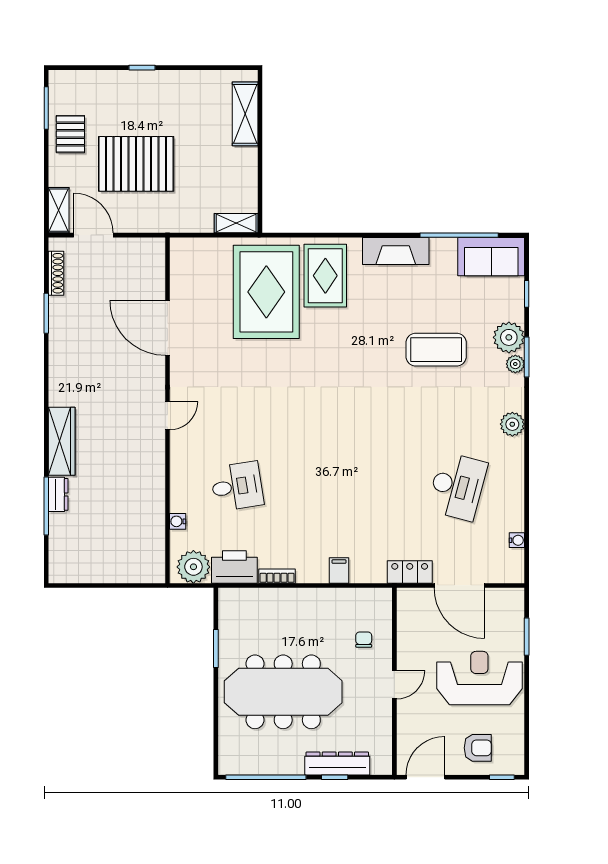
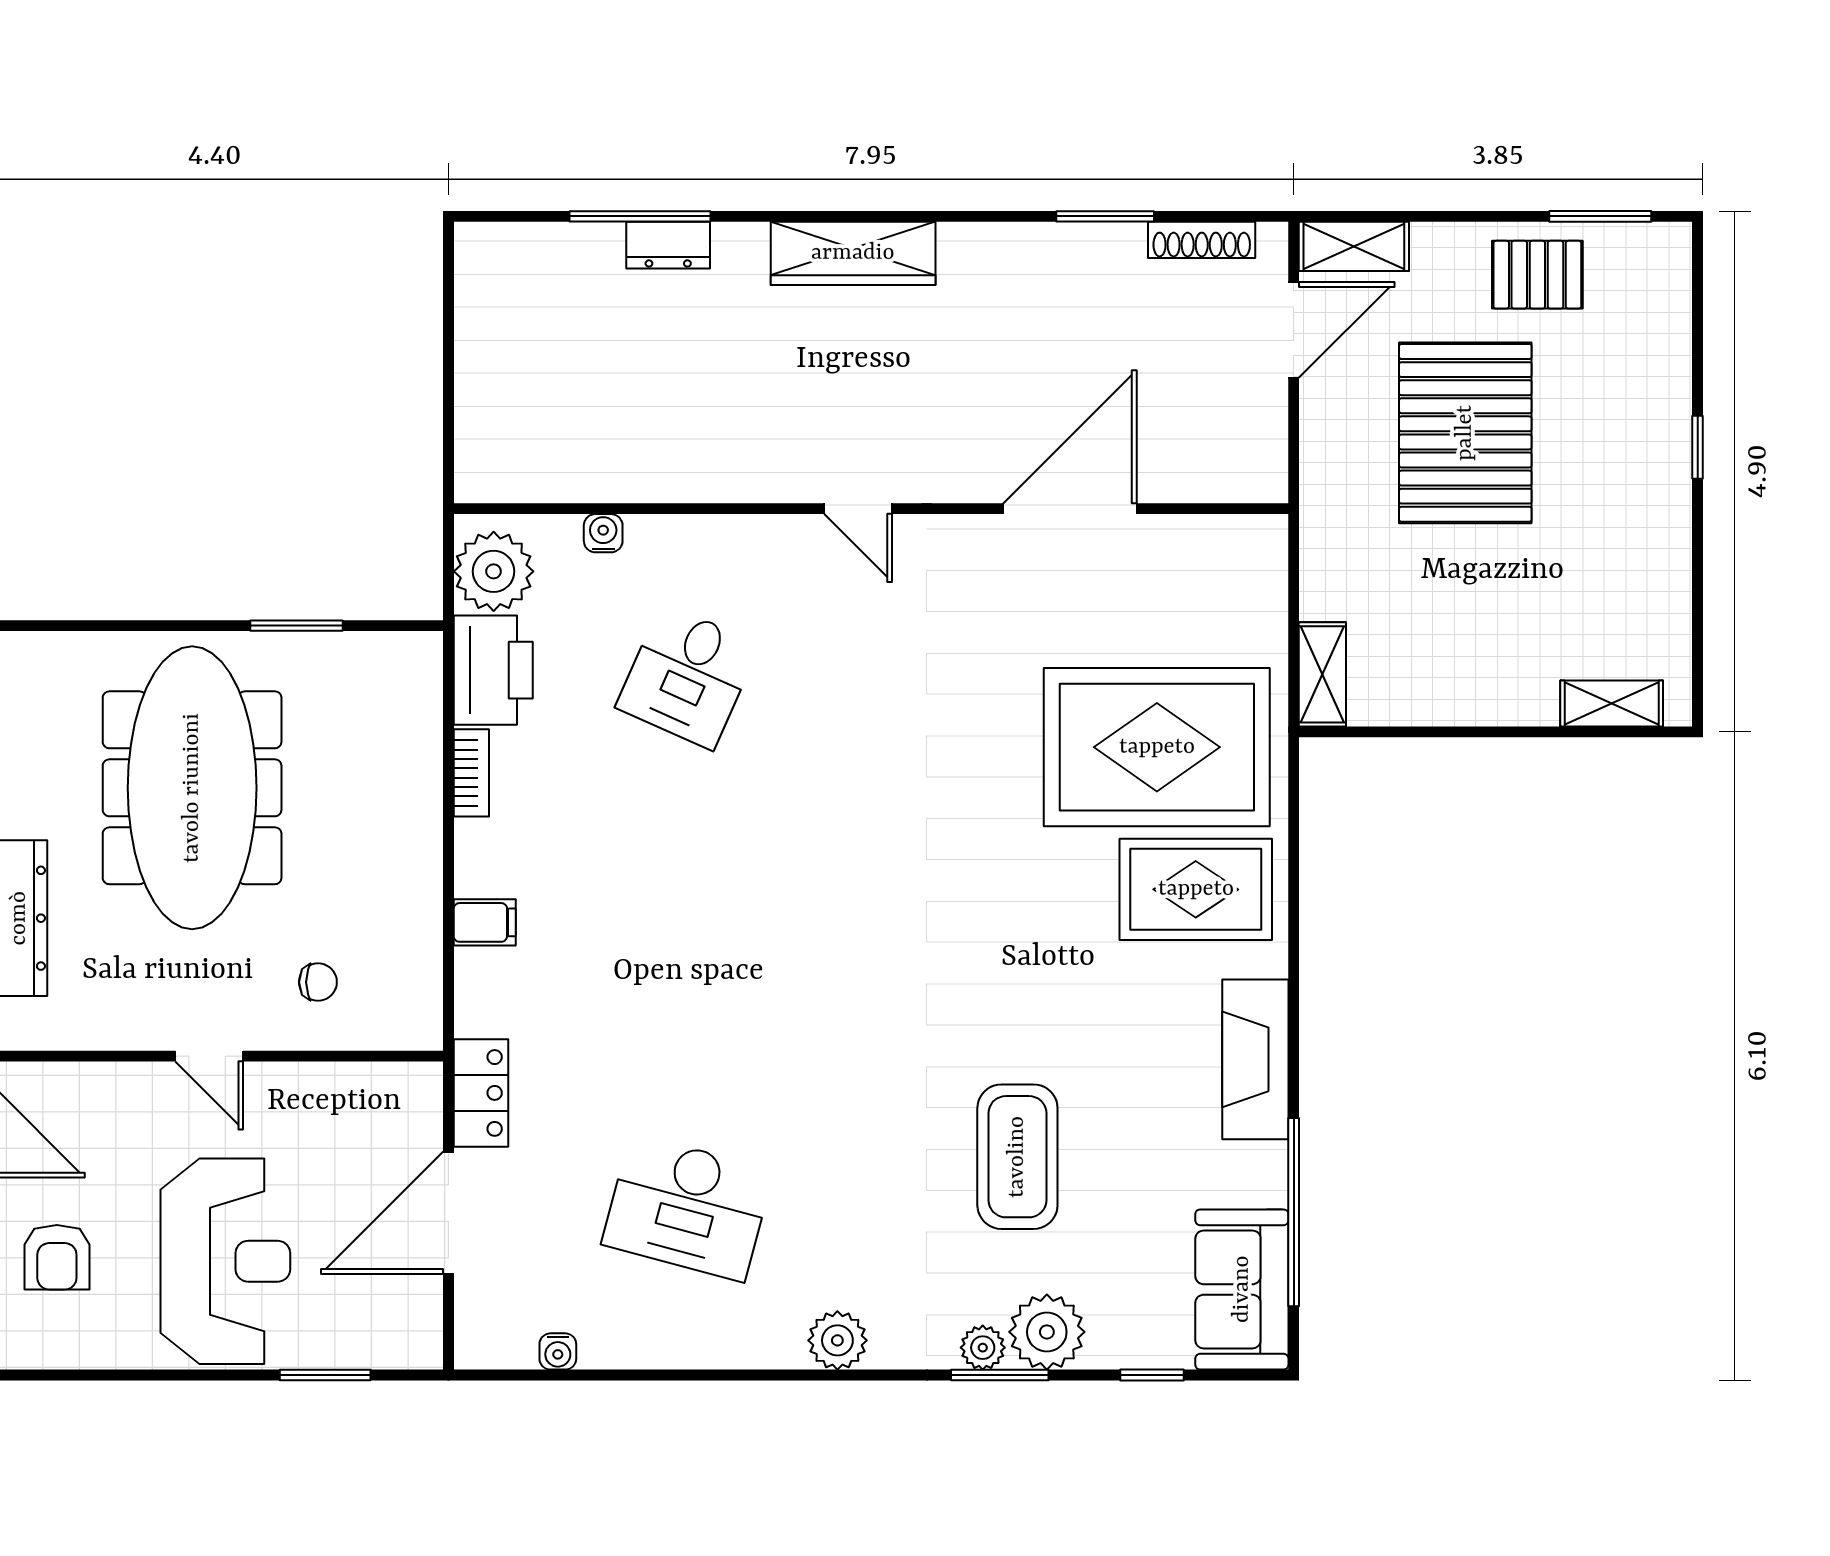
shelving: (245, 114) -> (1612, 704), width x0.67, depth x0.75
wardrobe: (62, 441) -> (853, 253), moved
desk: (237, 486) -> (688, 676), turned 33

